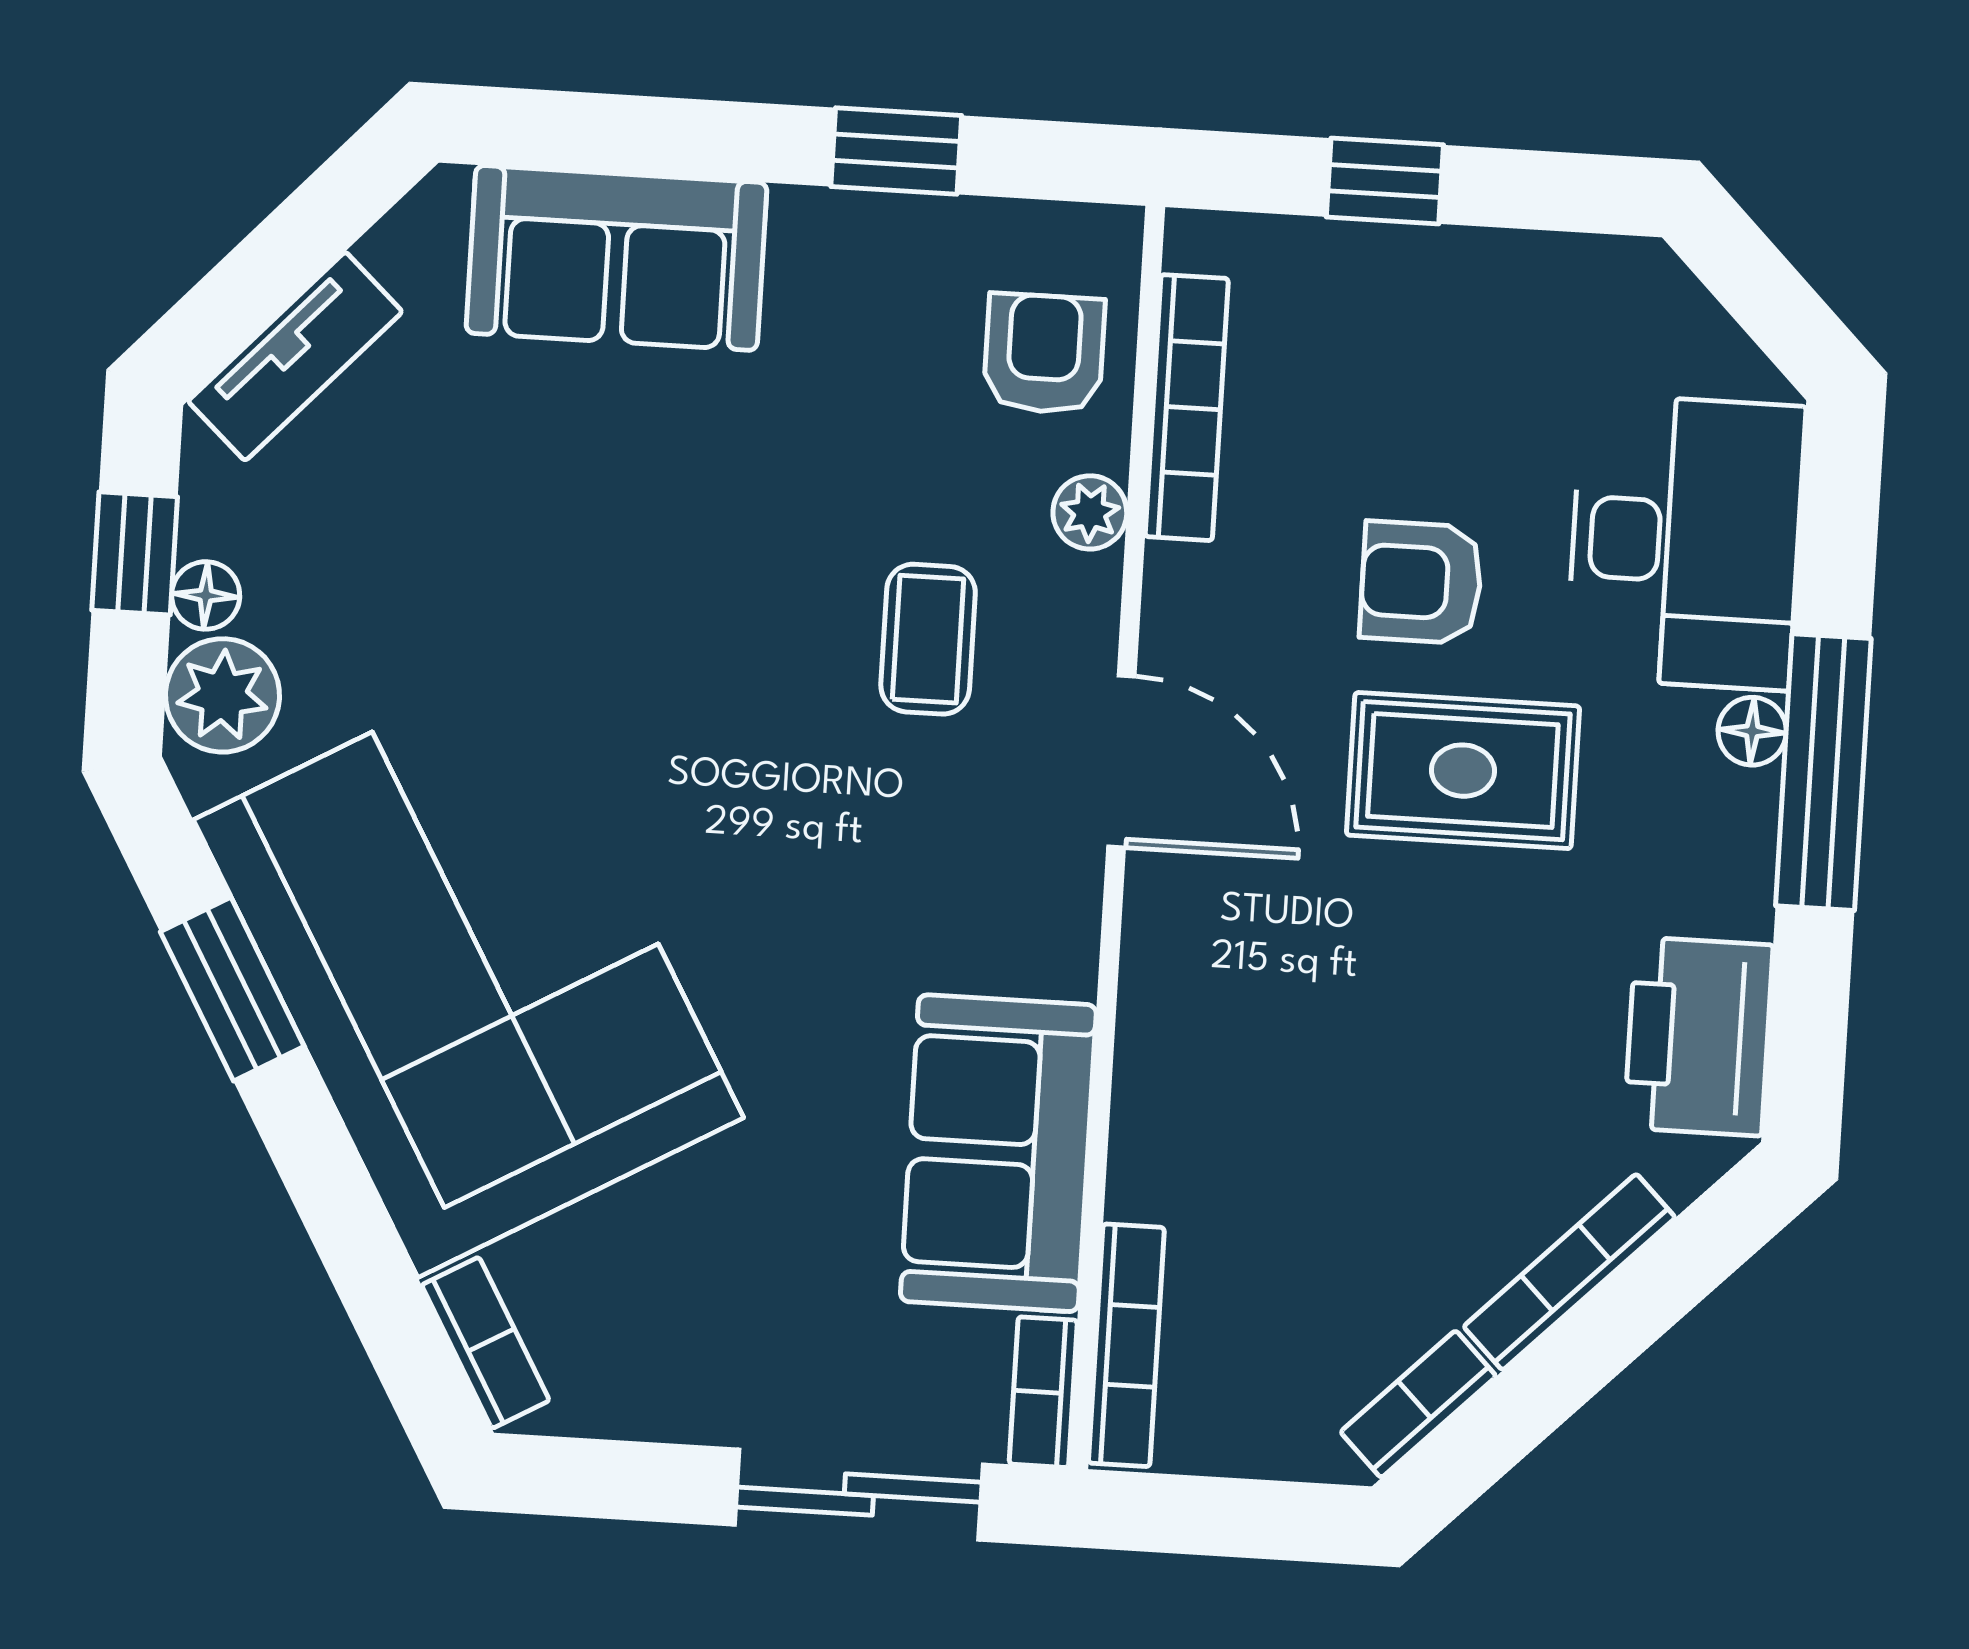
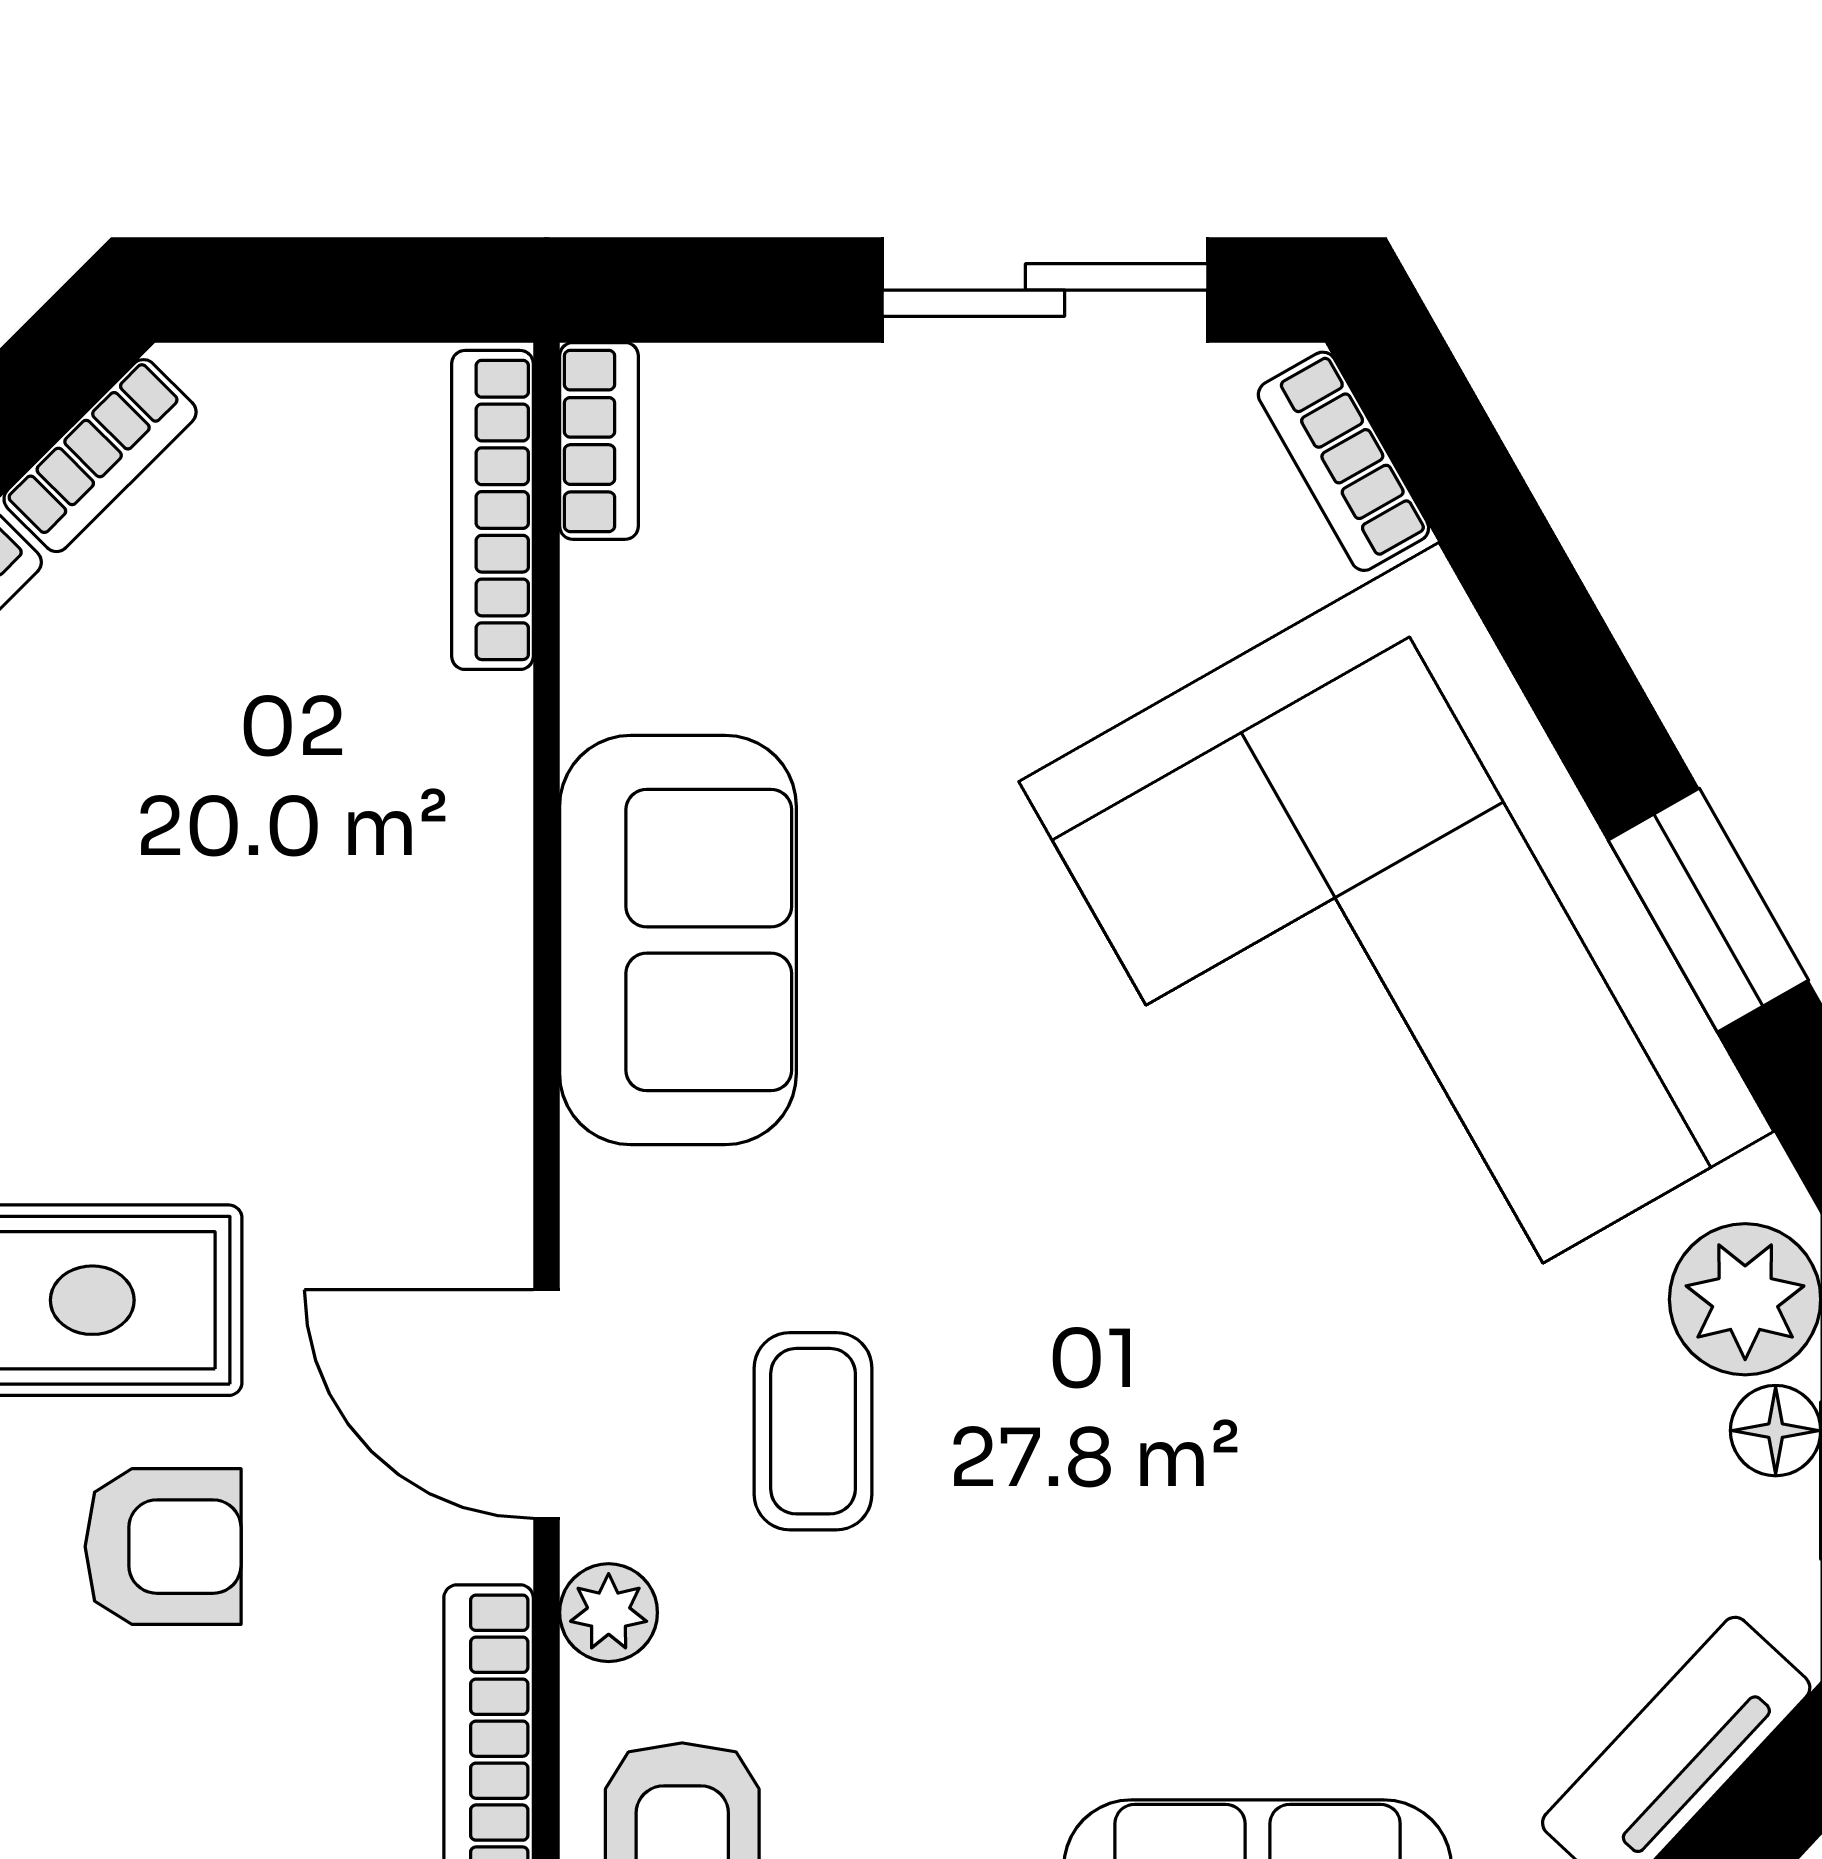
door: (1121, 761) -> (546, 1404), moved
sofa: (998, 1153) -> (678, 940), moved
sliding door: (859, 1495) -> (1045, 290), moved

